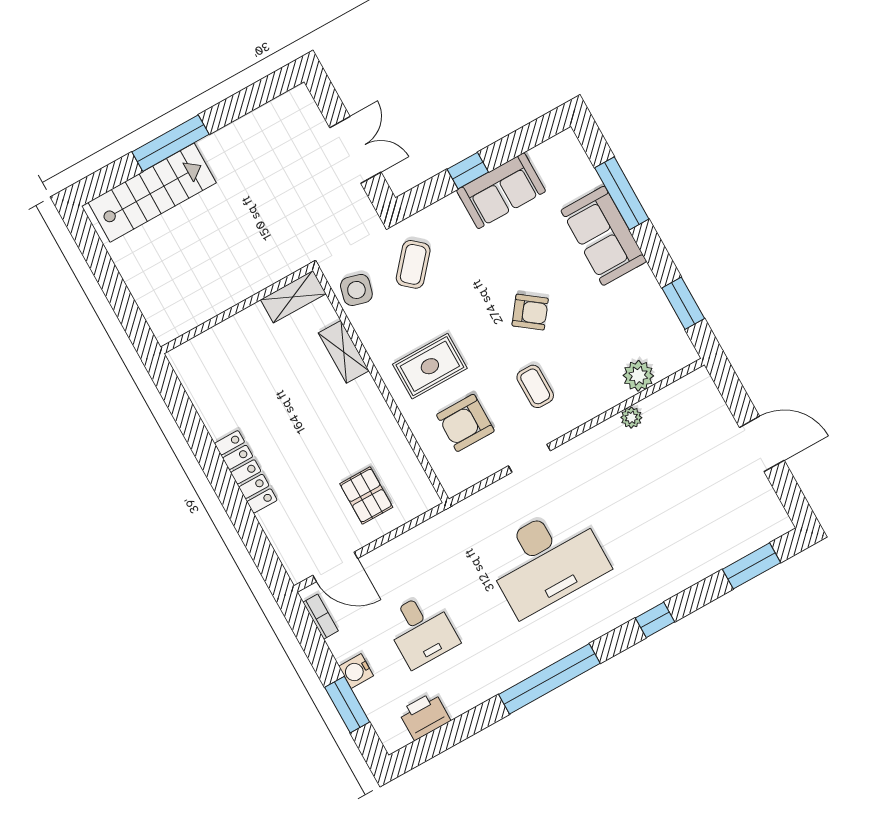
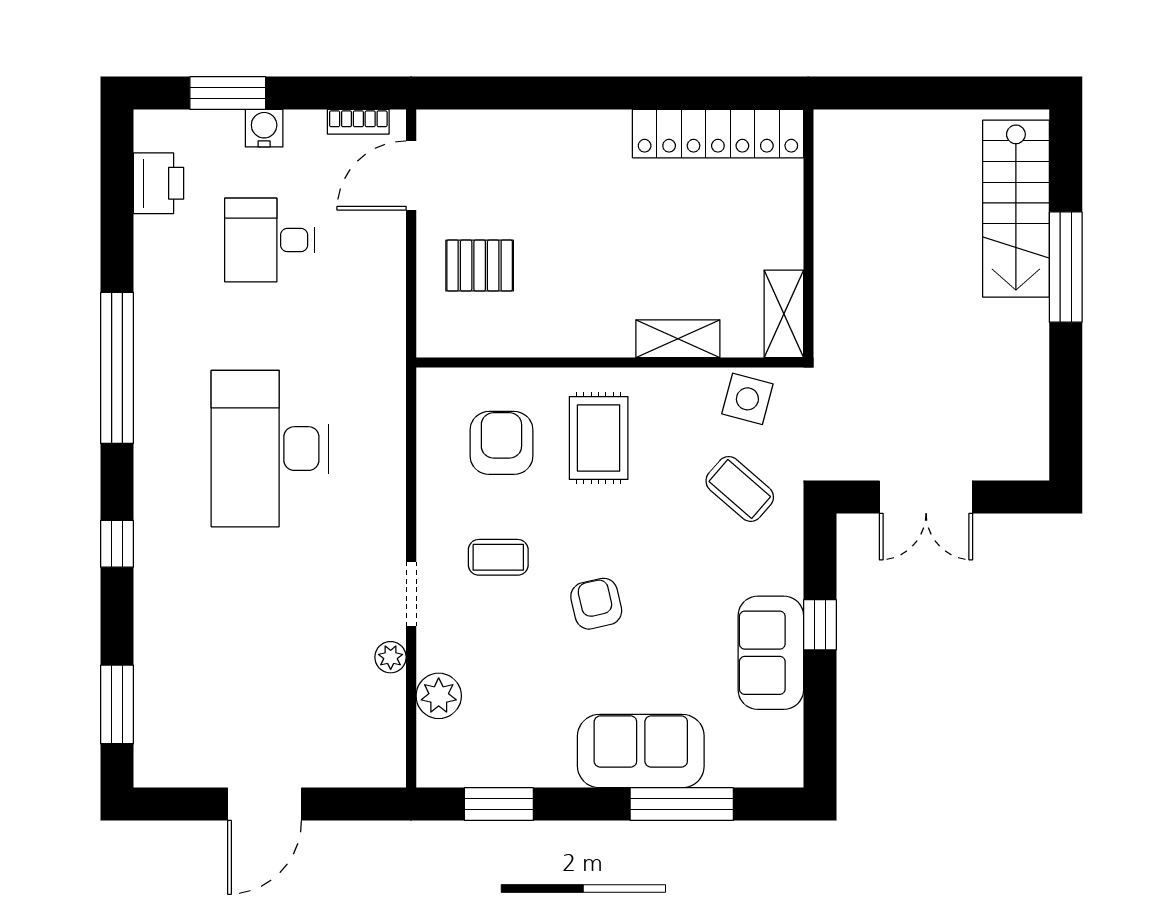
armchair: (530, 312) -> (596, 604), turned 130
doorway: (529, 458) -> (411, 594), moved
locker: (246, 472) -> (718, 134), moved, width x1.41, depth x1.21

